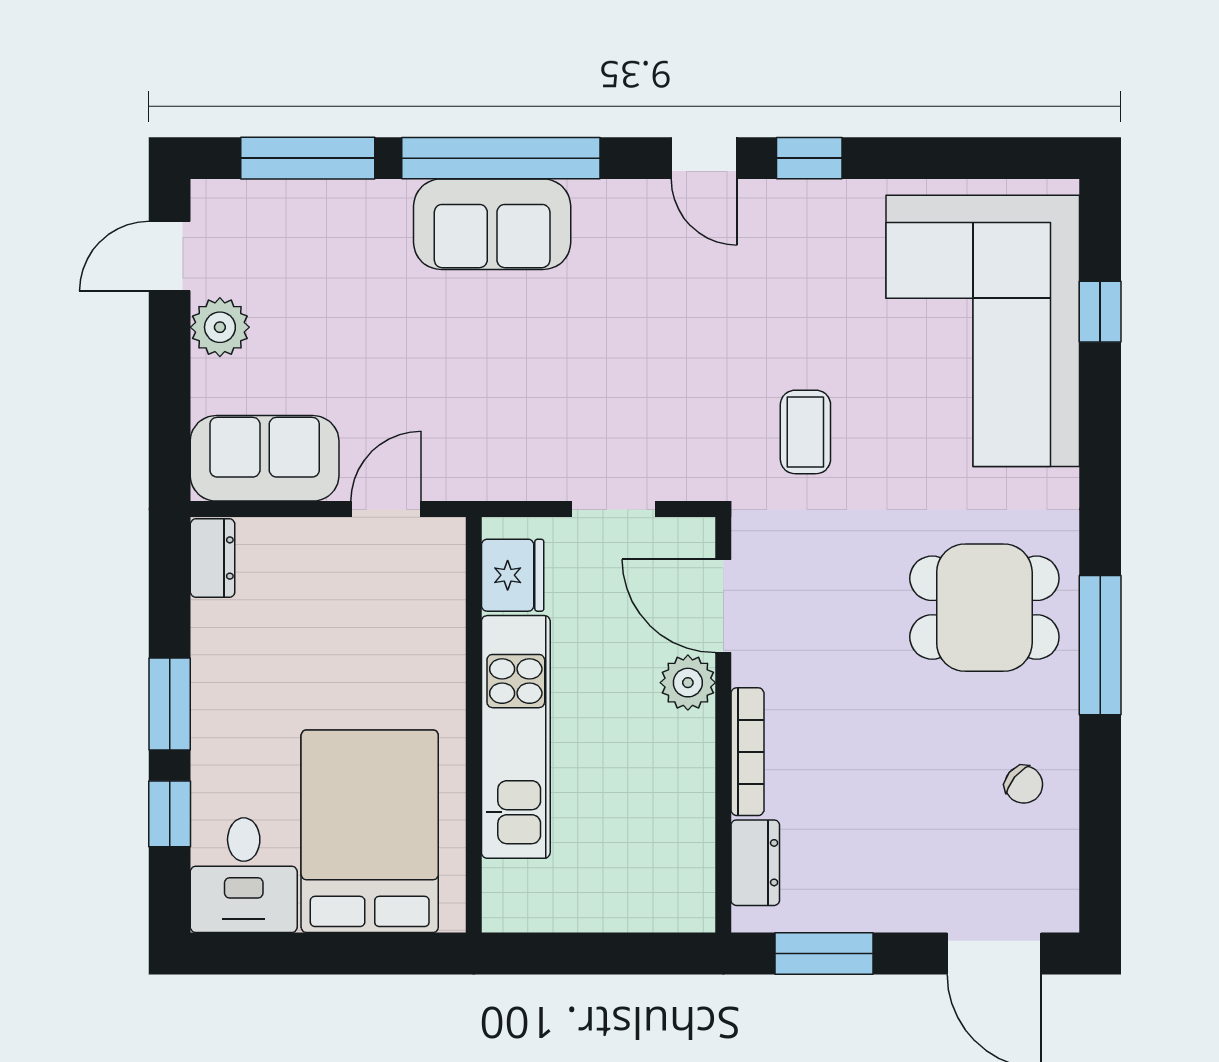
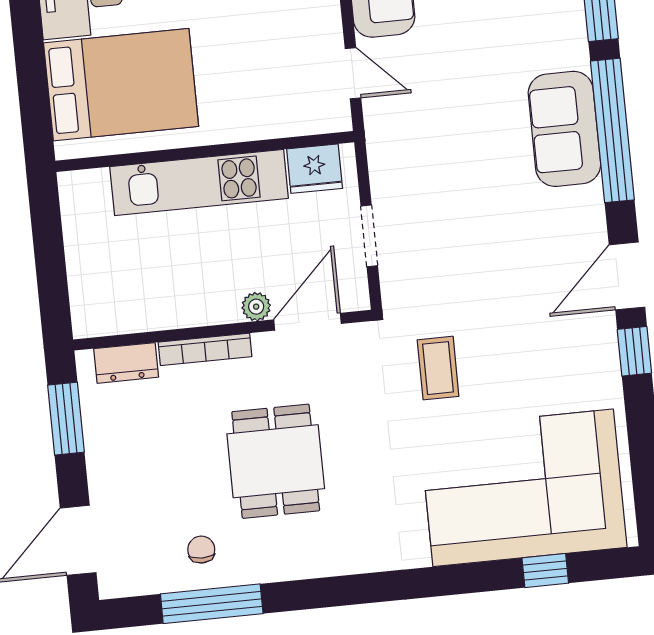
door: (704, 158) -> (627, 276), width x1.38
coffee table: (805, 432) -> (438, 368), turned 90
dining table: (984, 608) -> (276, 461), moved
window: (1100, 645) -> (212, 604), moved
plant: (688, 683) -> (256, 307), width x0.73, depth x0.73
chair: (1024, 784) -> (201, 550), turned 140

